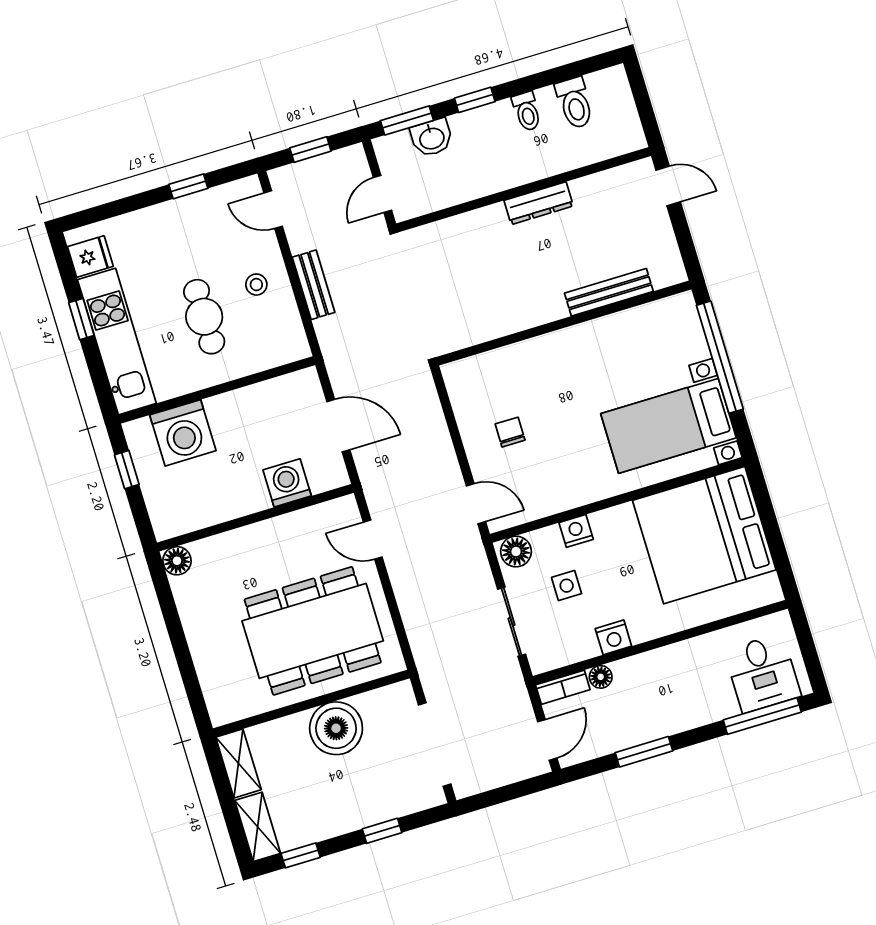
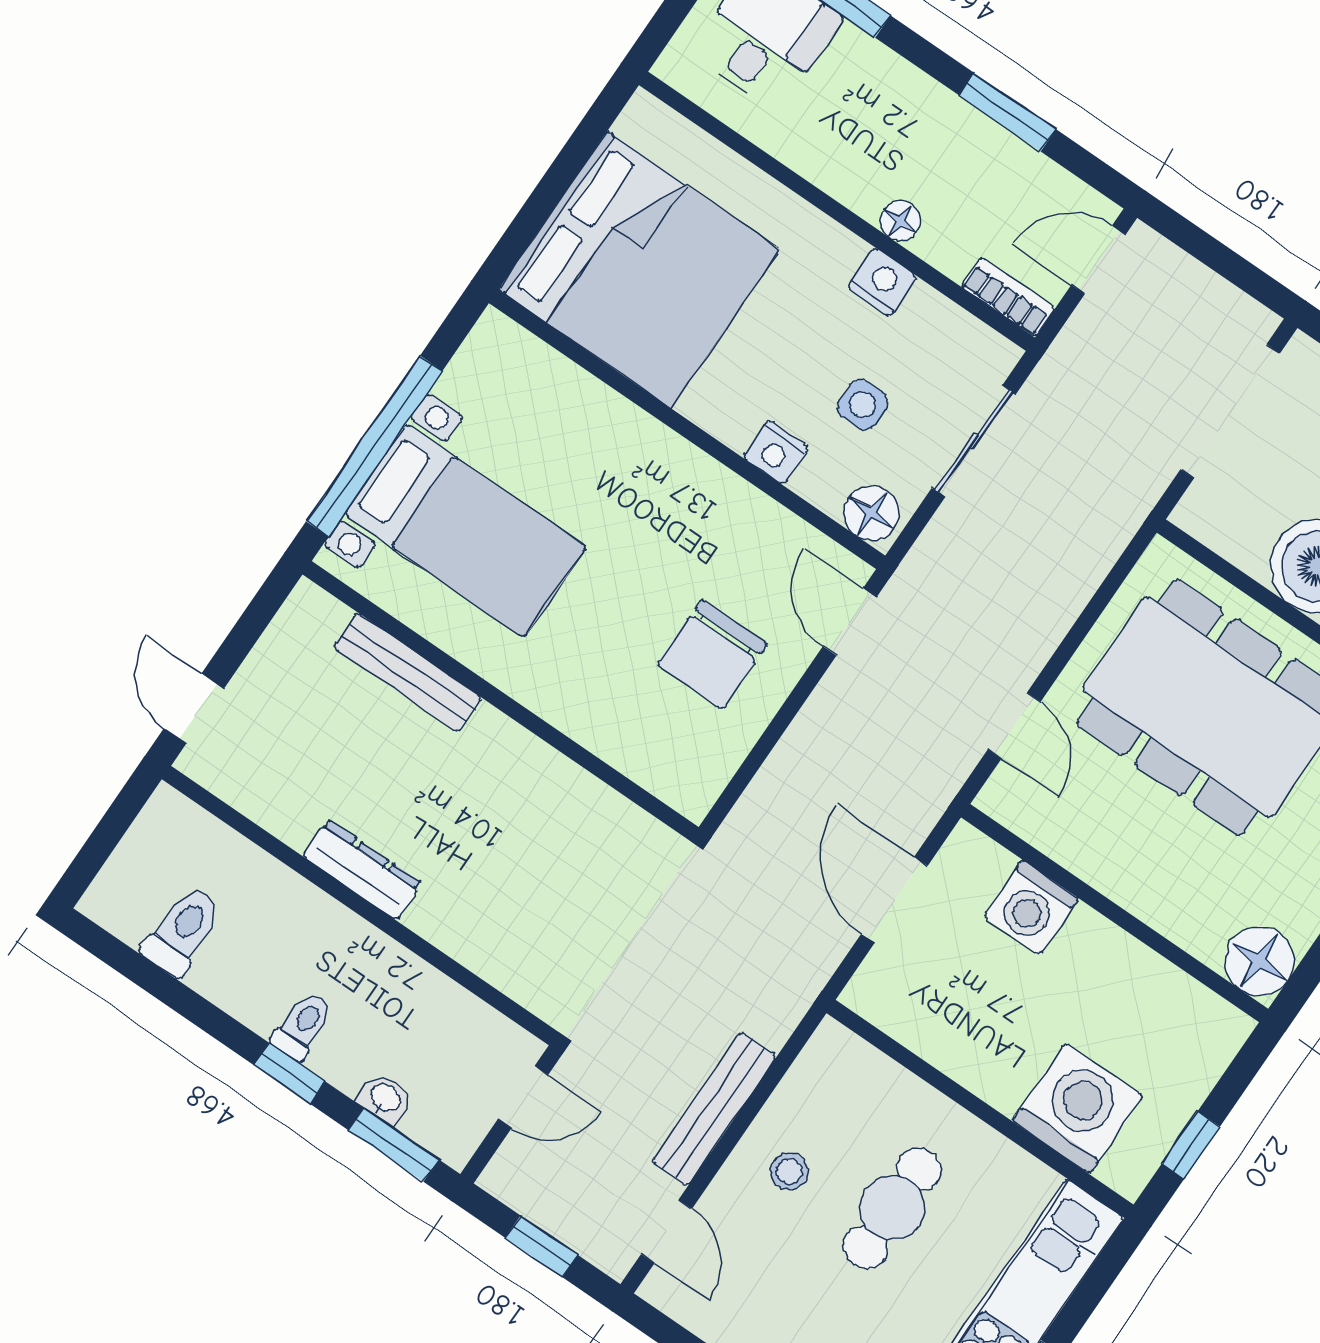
toilet: (527, 111) -> (303, 1026), moved
washbasin: (432, 138) -> (385, 1098), width x0.72, depth x0.69
bench: (314, 285) -> (714, 1109), width x1.36
bed with nightstands: (669, 426) -> (465, 531), moved
chair: (510, 432) -> (712, 654), width x1.87, depth x1.87
floor lamp: (177, 561) -> (1259, 961), width x1.38, depth x1.38
floor lamp: (601, 677) -> (900, 221), moved

